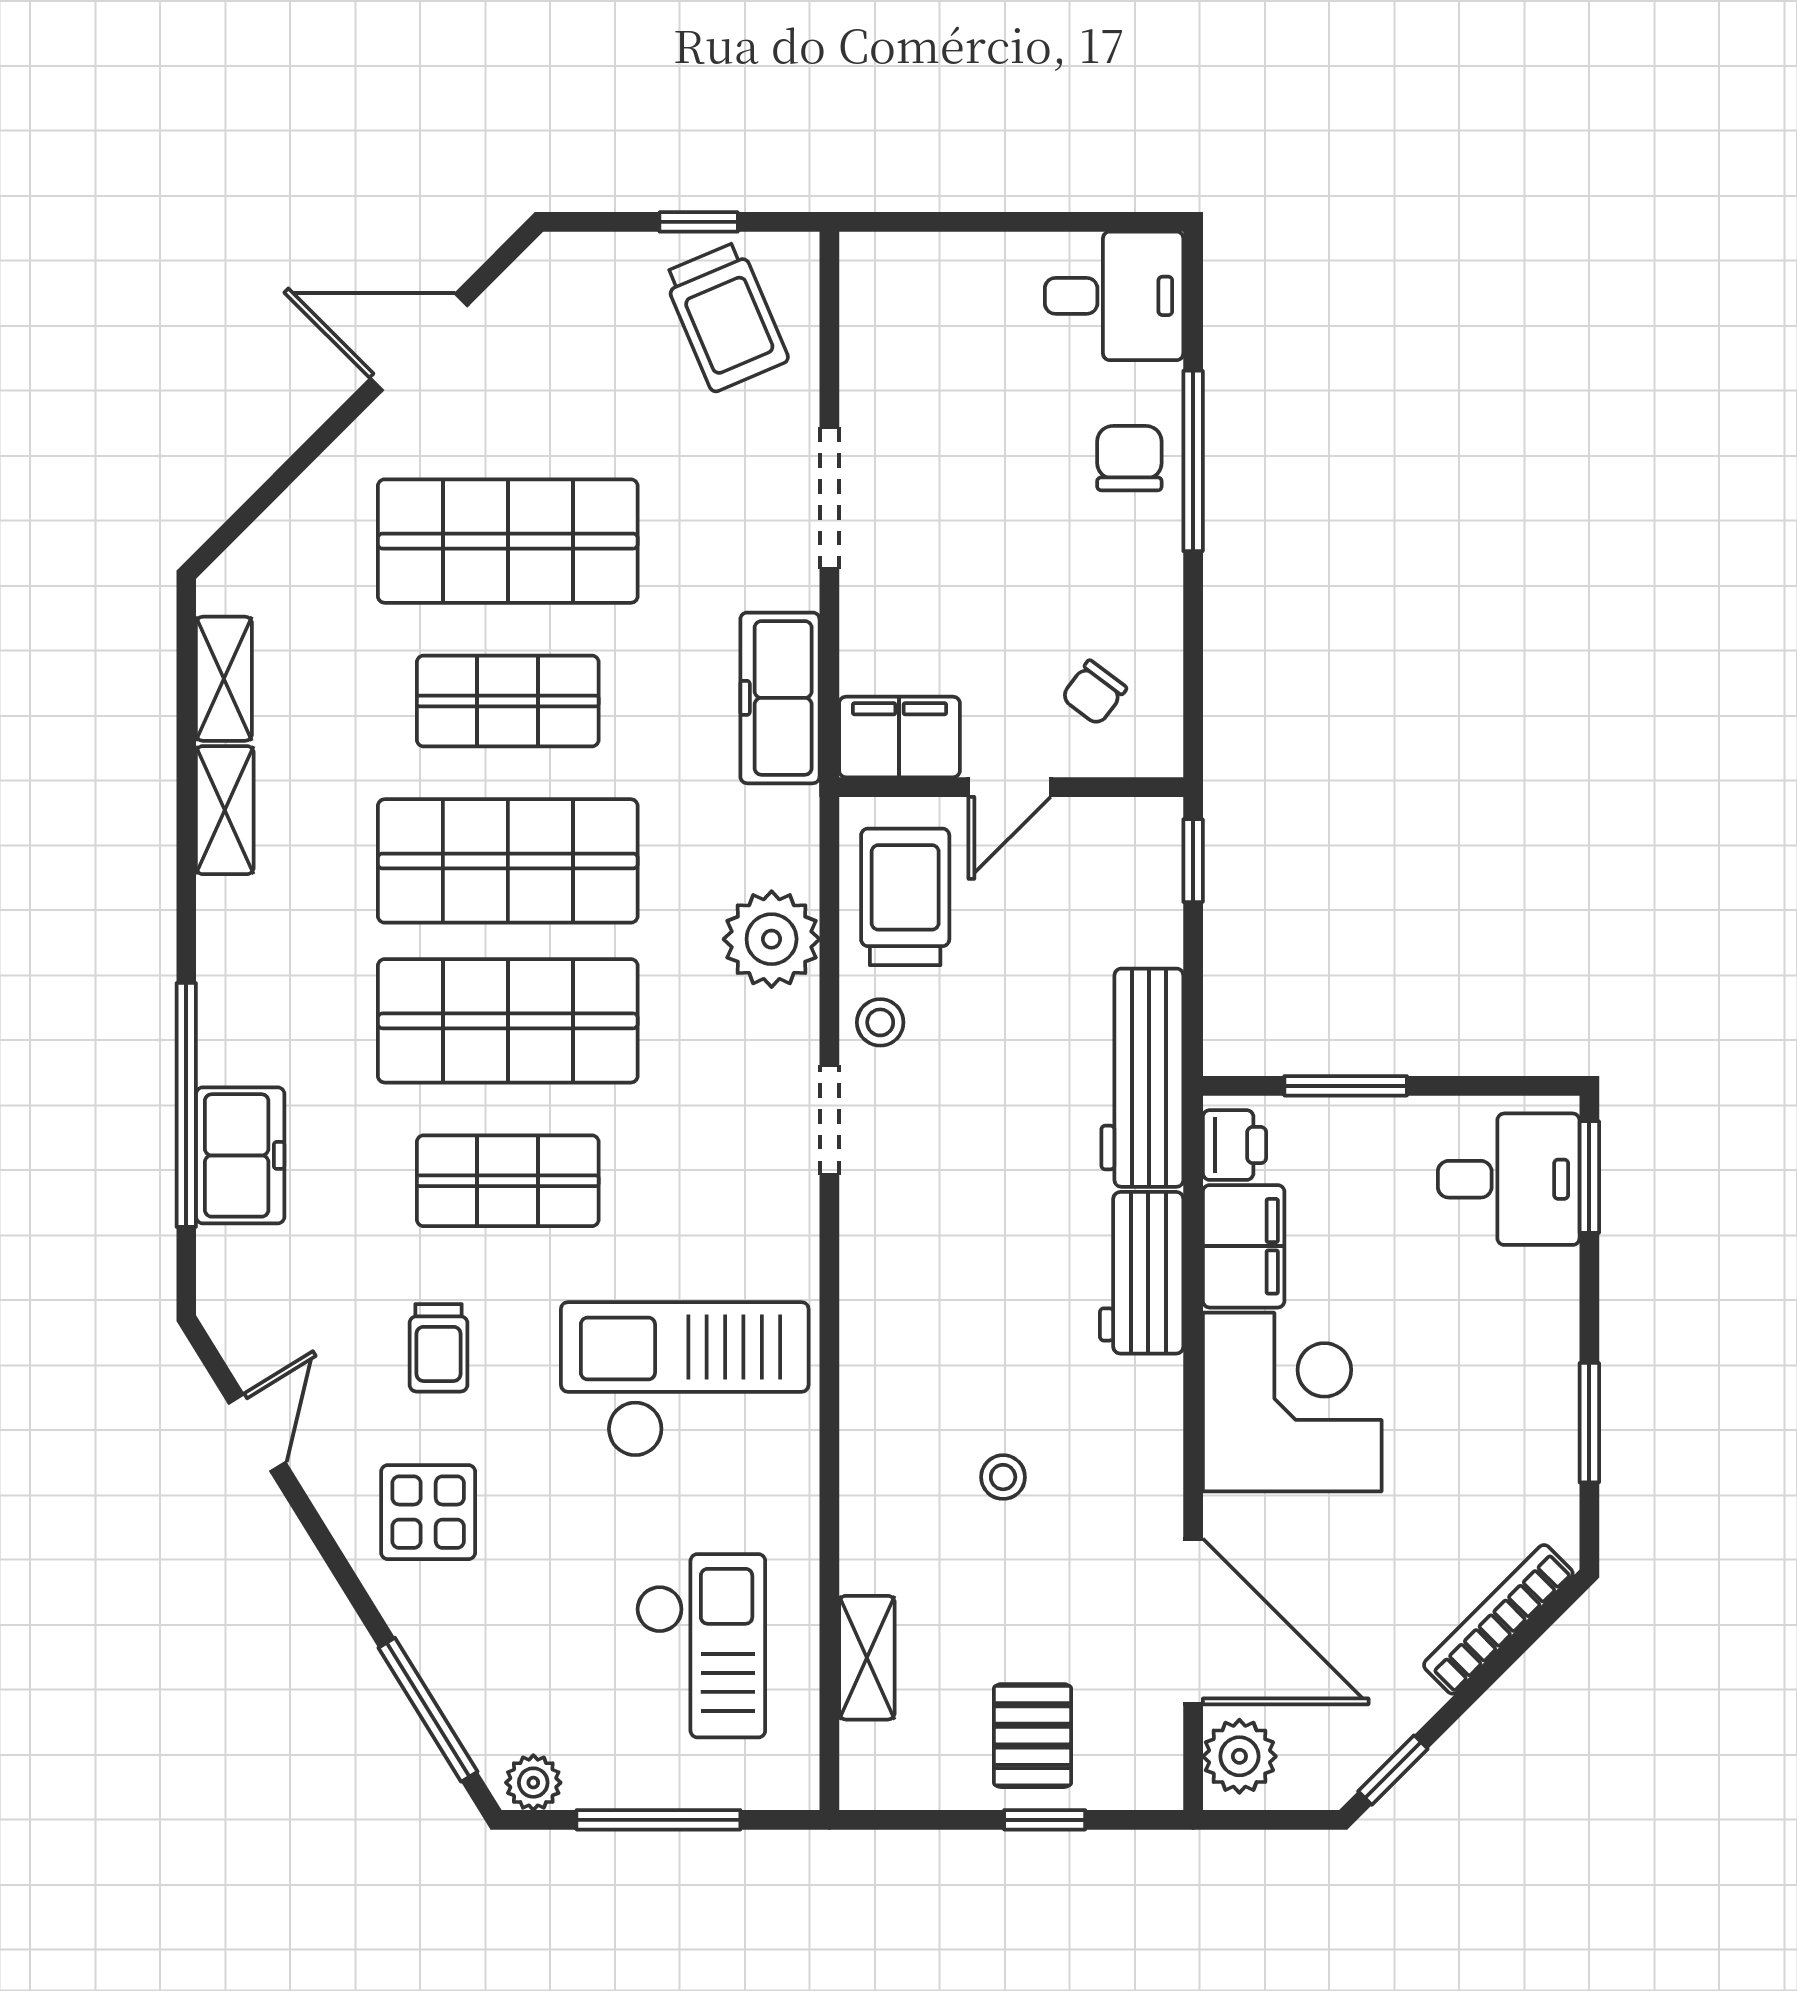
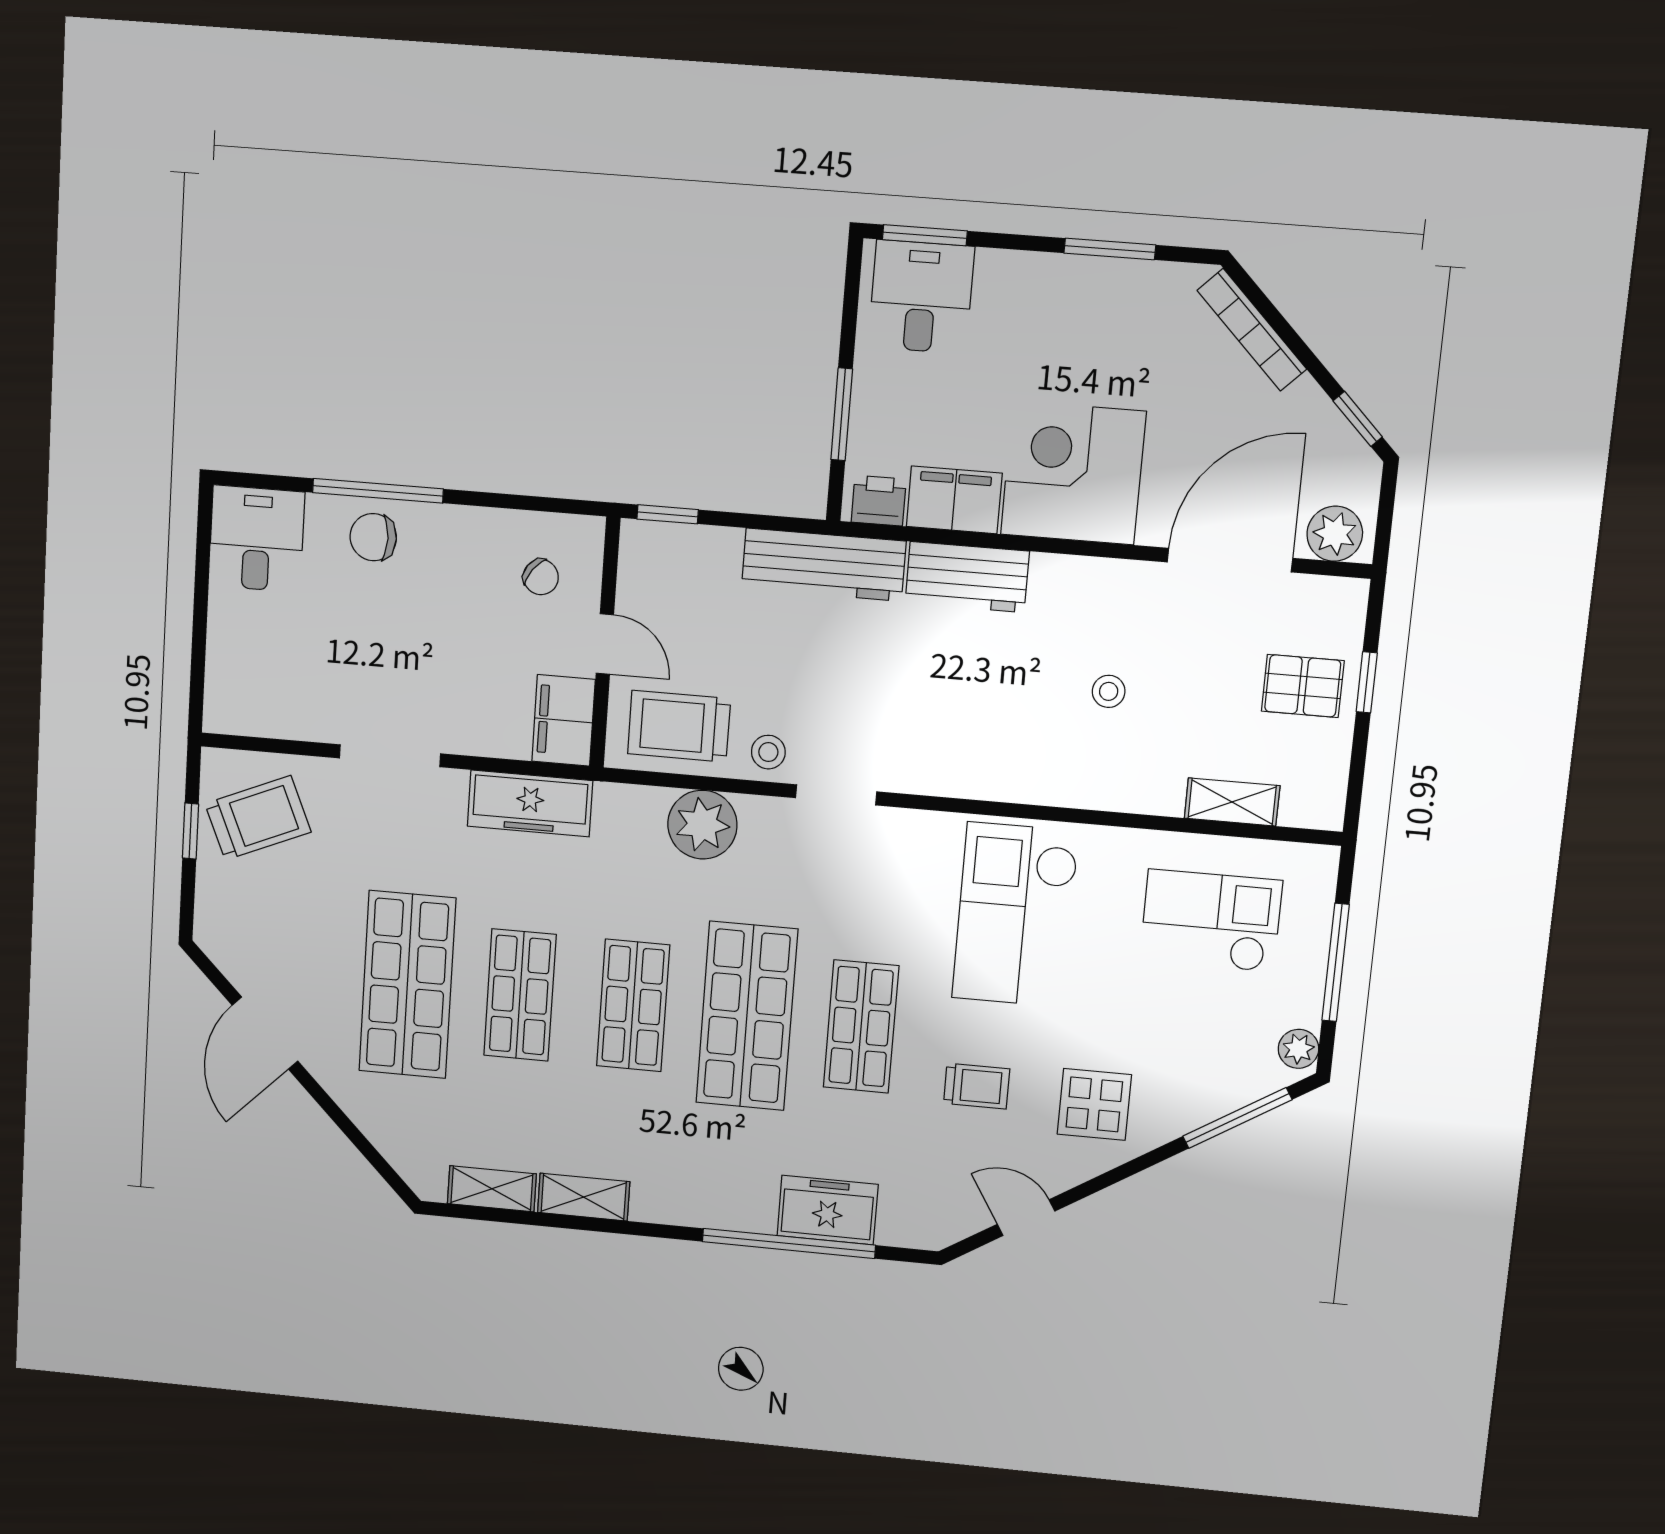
shop shelf: (508, 861) -> (633, 1005), width x0.70, depth x0.74

